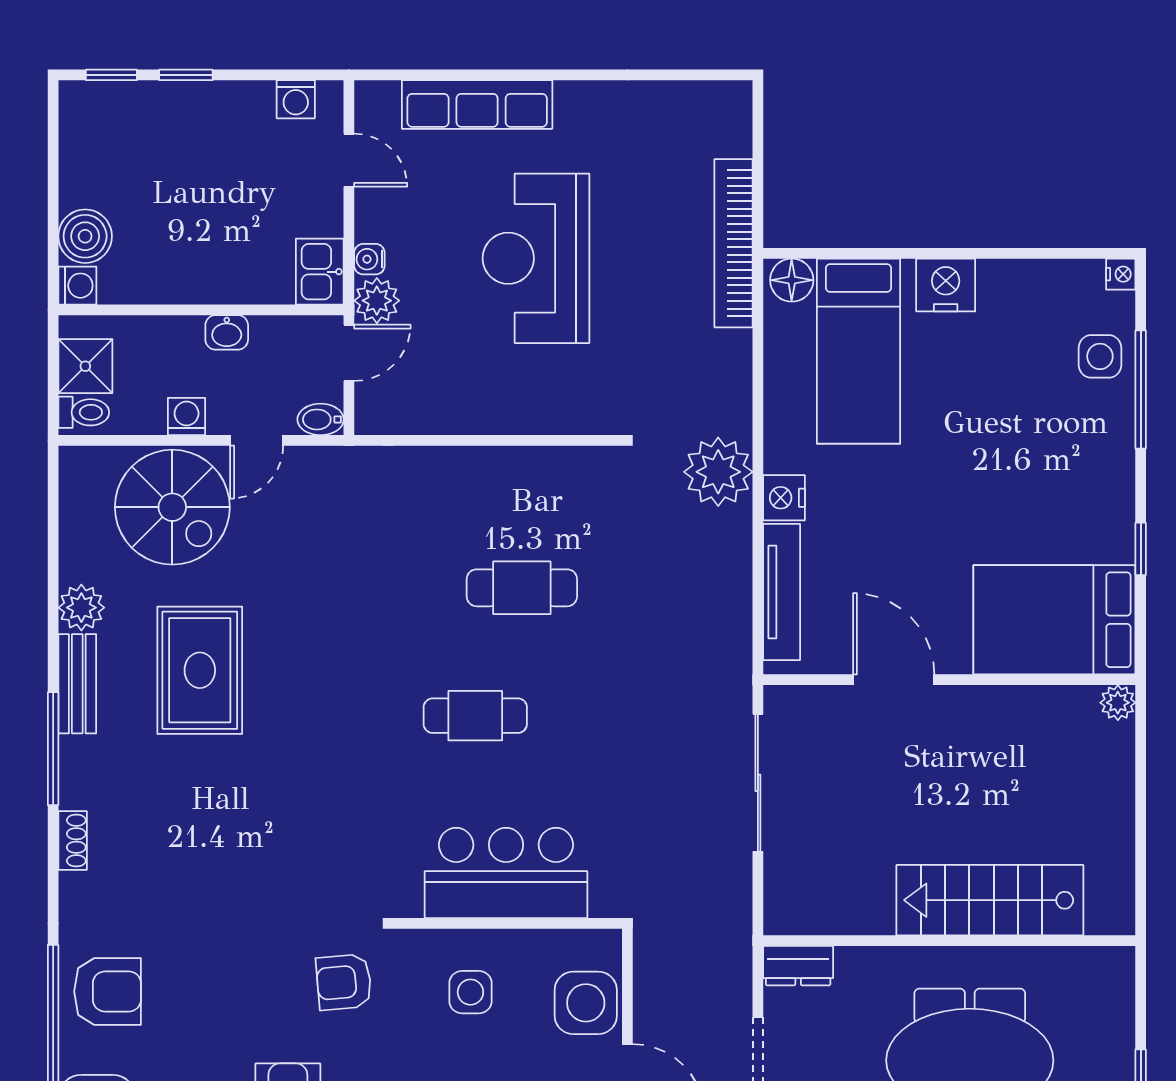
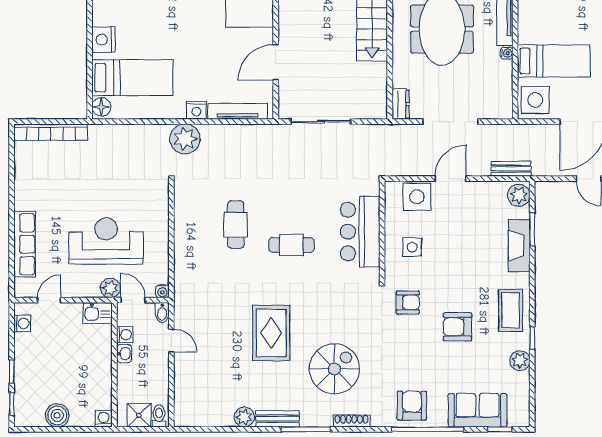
boiler: (85, 236) -> (57, 415), moved
bookcase: (734, 243) -> (51, 132), moved
reception desk: (536, 258) -> (106, 241), moved, turned 180
water cooler: (369, 259) -> (162, 291), moved
washing machine: (187, 416) -> (125, 335), moved, turned 180
spiral stairs: (172, 507) -> (334, 369), moved
rug: (200, 670) -> (271, 333), moved, turned 90
cafe table: (475, 716) -> (291, 245), turned 90
shoe rack: (73, 840) -> (351, 421), width x1.43
armchair: (344, 982) -> (408, 302), turned -85

